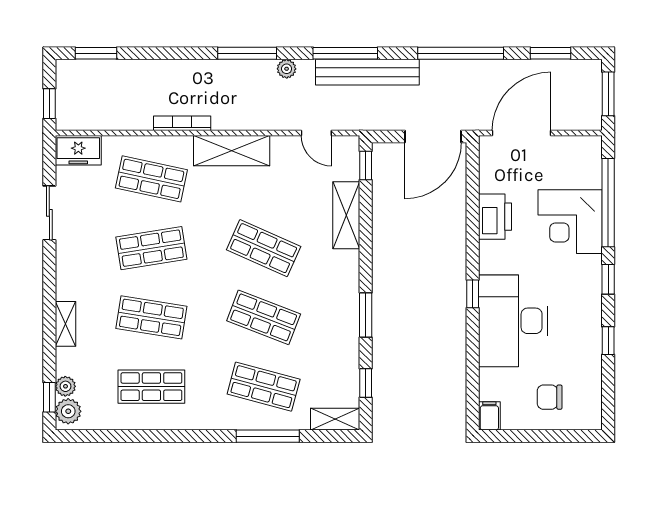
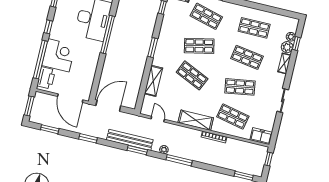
window: (345, 53) -> (137, 150), width x0.69
window: (461, 53) -> (88, 138), width x0.47
door: (522, 133) -> (70, 98), hinge flipped
window: (366, 165) -> (140, 100), removed
sliding door: (49, 213) -> (283, 100), moved
printer: (495, 217) -> (46, 78), moved, turned 180
window: (473, 294) -> (108, 34), width x3.17
window: (366, 315) -> (153, 48), moved
shop shelf: (264, 317) -> (199, 46), turned -33
window: (49, 397) -> (296, 43), moved
plant: (68, 411) -> (287, 47), moved

